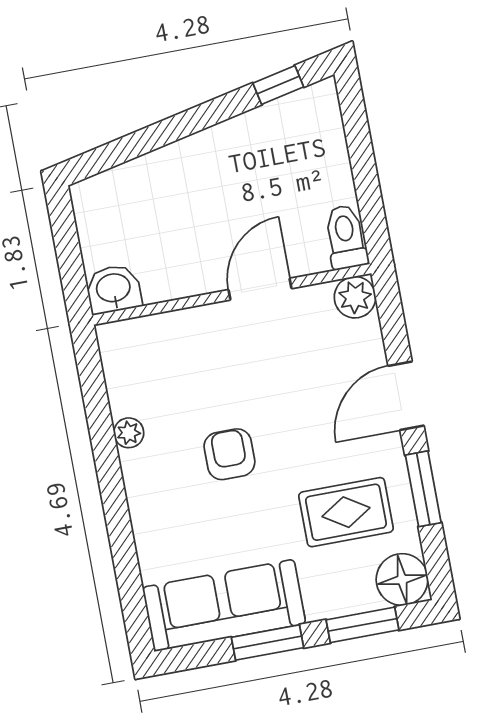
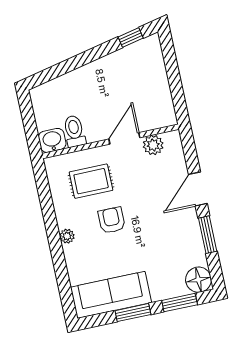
toilet: (346, 237) -> (74, 131), moved
plant: (355, 297) -> (153, 145), moved
plant: (129, 433) -> (67, 236), moved
rug: (346, 512) -> (91, 181), moved

